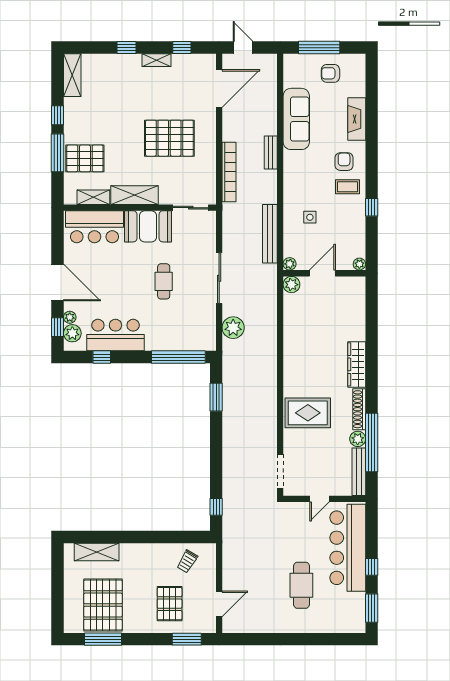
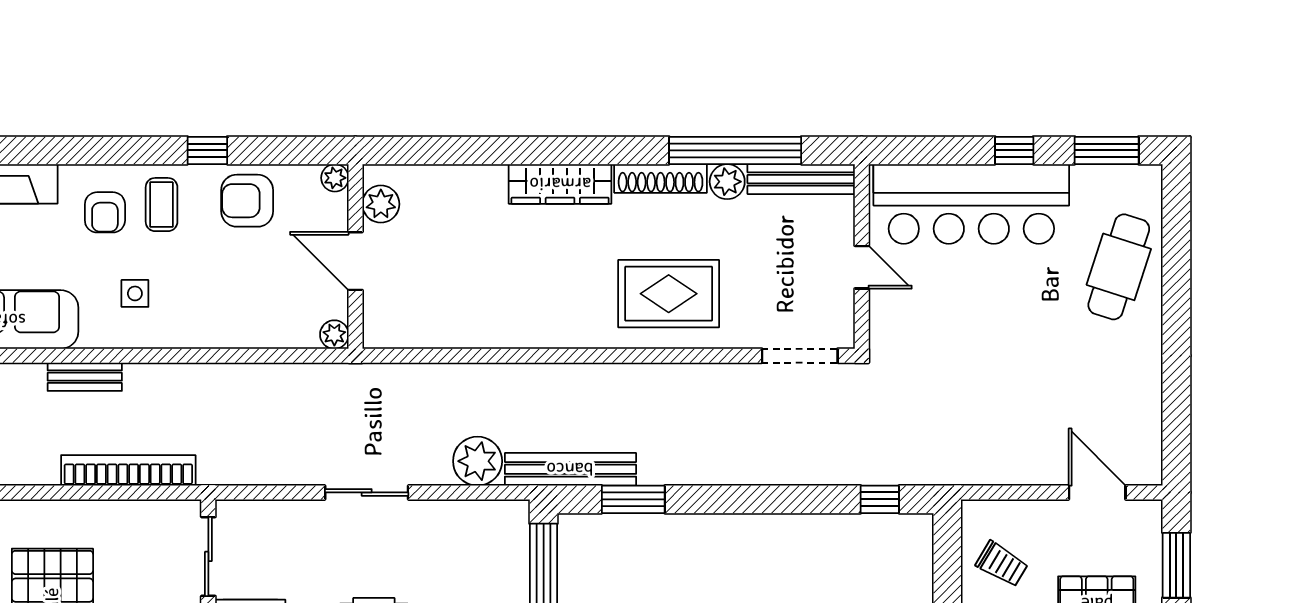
armchair: (344, 162) -> (105, 212), turned -90
side table: (310, 217) -> (135, 293), moved
armchair: (349, 225) -> (247, 201), added
bench: (270, 234) -> (570, 469), moved
sliding door: (219, 278) -> (367, 492), width x0.73
plant: (291, 285) -> (381, 204), moved
rug: (308, 413) -> (669, 294), turned 90
cafe table: (301, 585) -> (1119, 267), moved, turned -72

